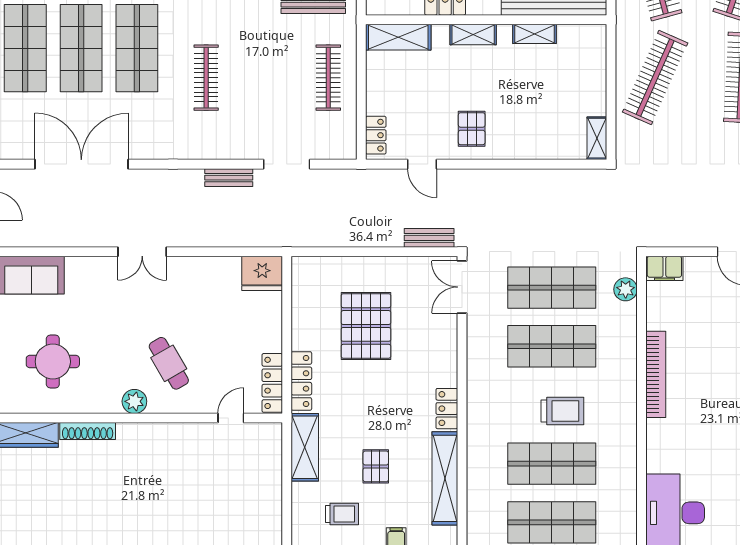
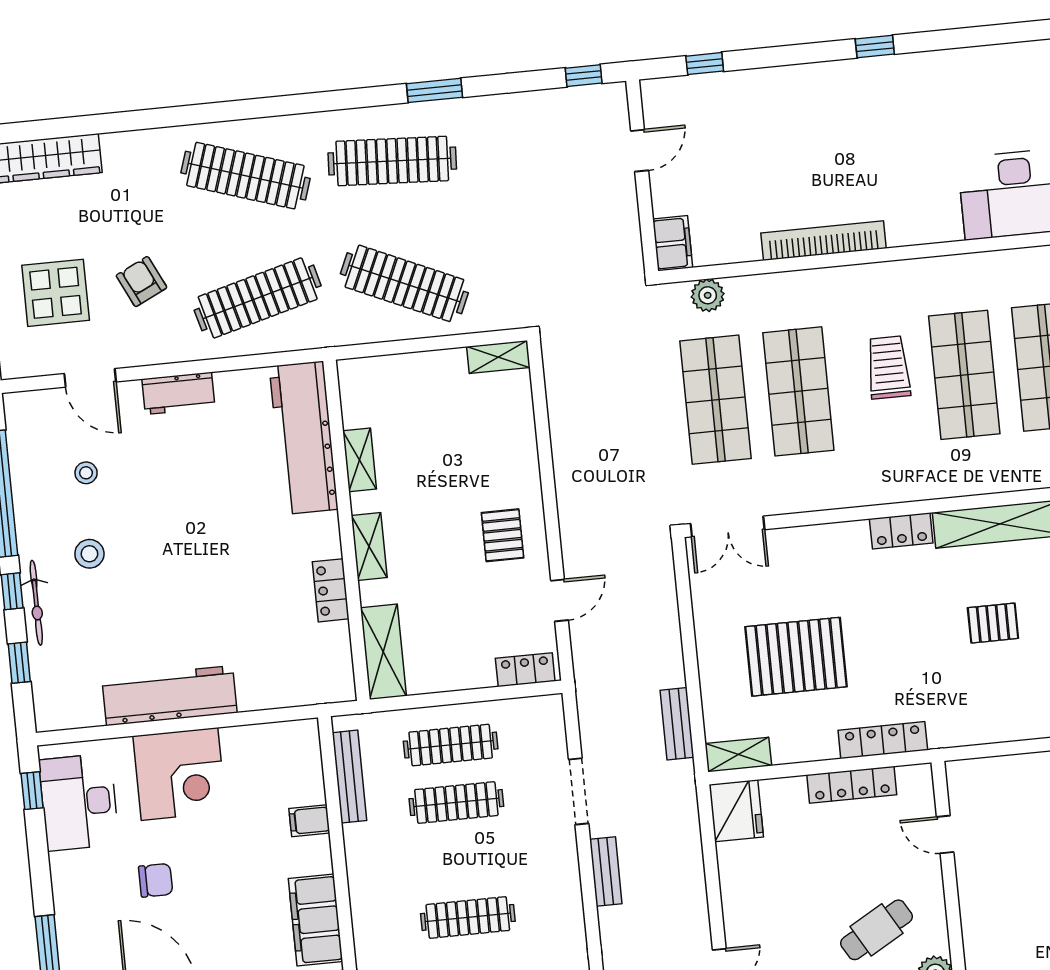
clothes rail: (288, 78) -> (456, 803), added
pallet: (472, 129) -> (503, 535), turned 90
bench: (429, 238) -> (677, 724), moved
locker: (272, 383) -> (852, 785), moved
shelving: (305, 447) -> (738, 755), moved, width x0.67, depth x0.75

